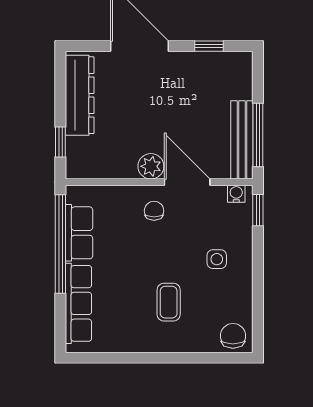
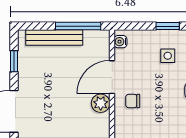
bench: (242, 140) -> (54, 38), moved
window: (258, 210) -> (168, 26), moved

